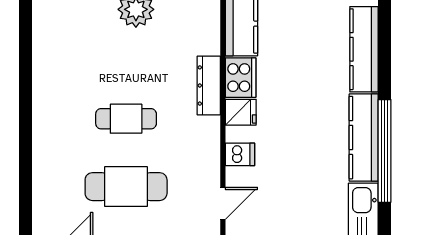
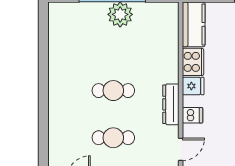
dresser: (209, 85) -> (171, 104), moved
cafe table: (126, 187) -> (113, 138), width x0.73, depth x0.74

